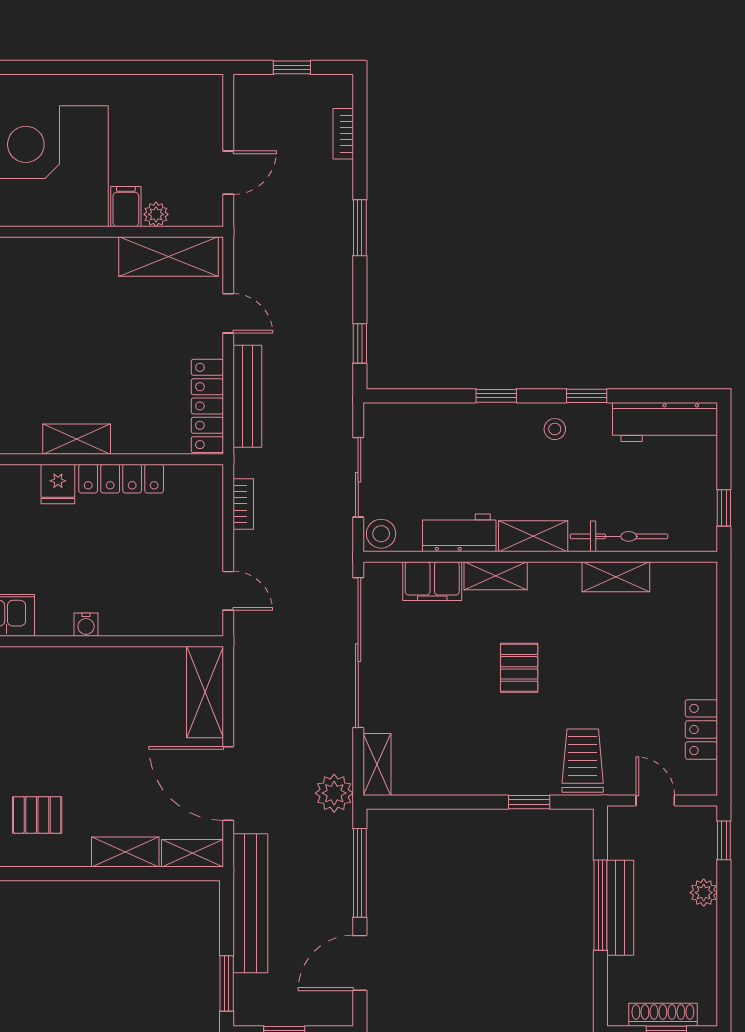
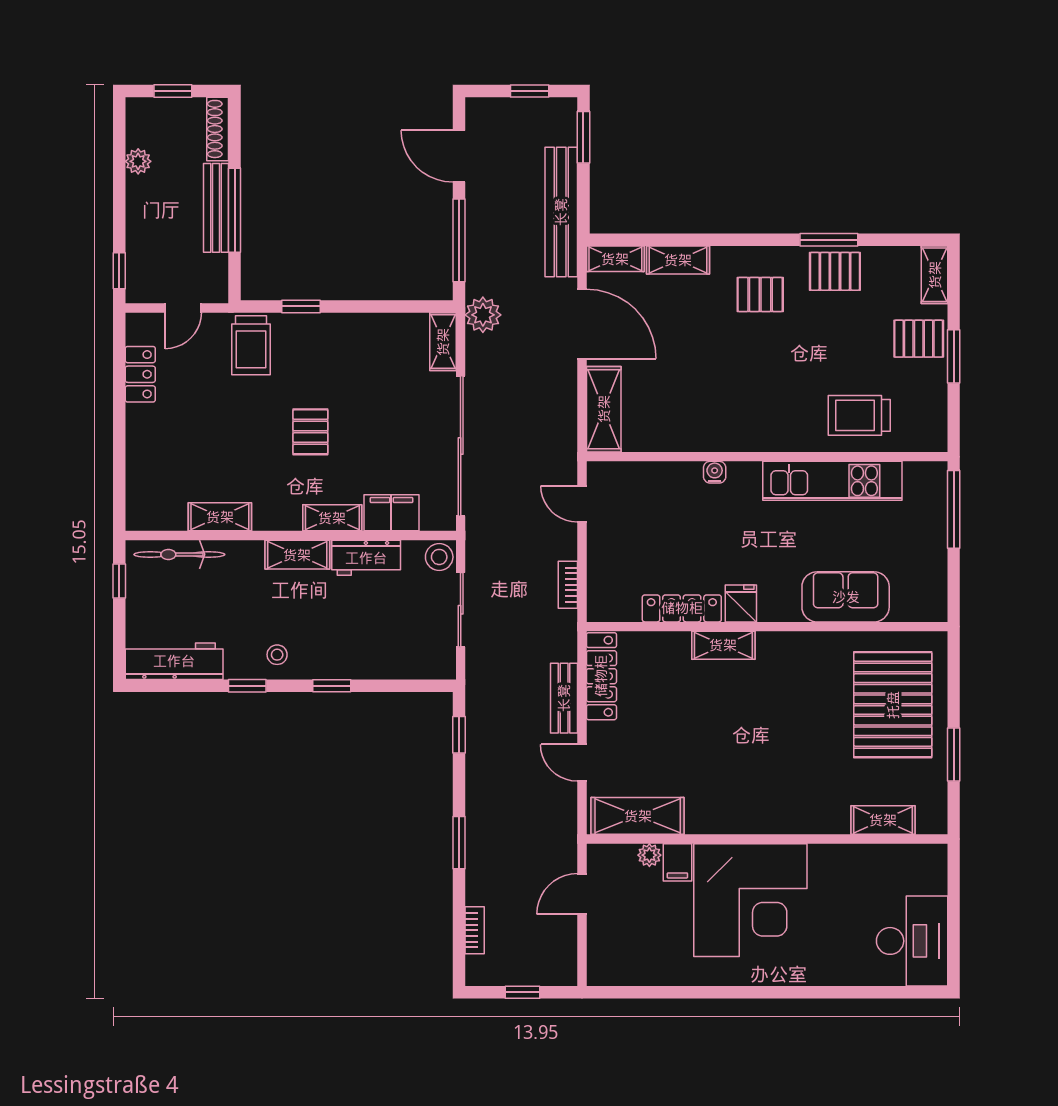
bench: (247, 396) -> (564, 698), width x0.73
bicycle: (619, 536) -> (179, 554), moved
door: (655, 800) -> (183, 308), hinge flipped
plant: (704, 893) -> (138, 161), moved
door: (360, 963) -> (459, 156), swing flipped
shoe rack: (663, 1015) -> (218, 129), moved, turned 90

